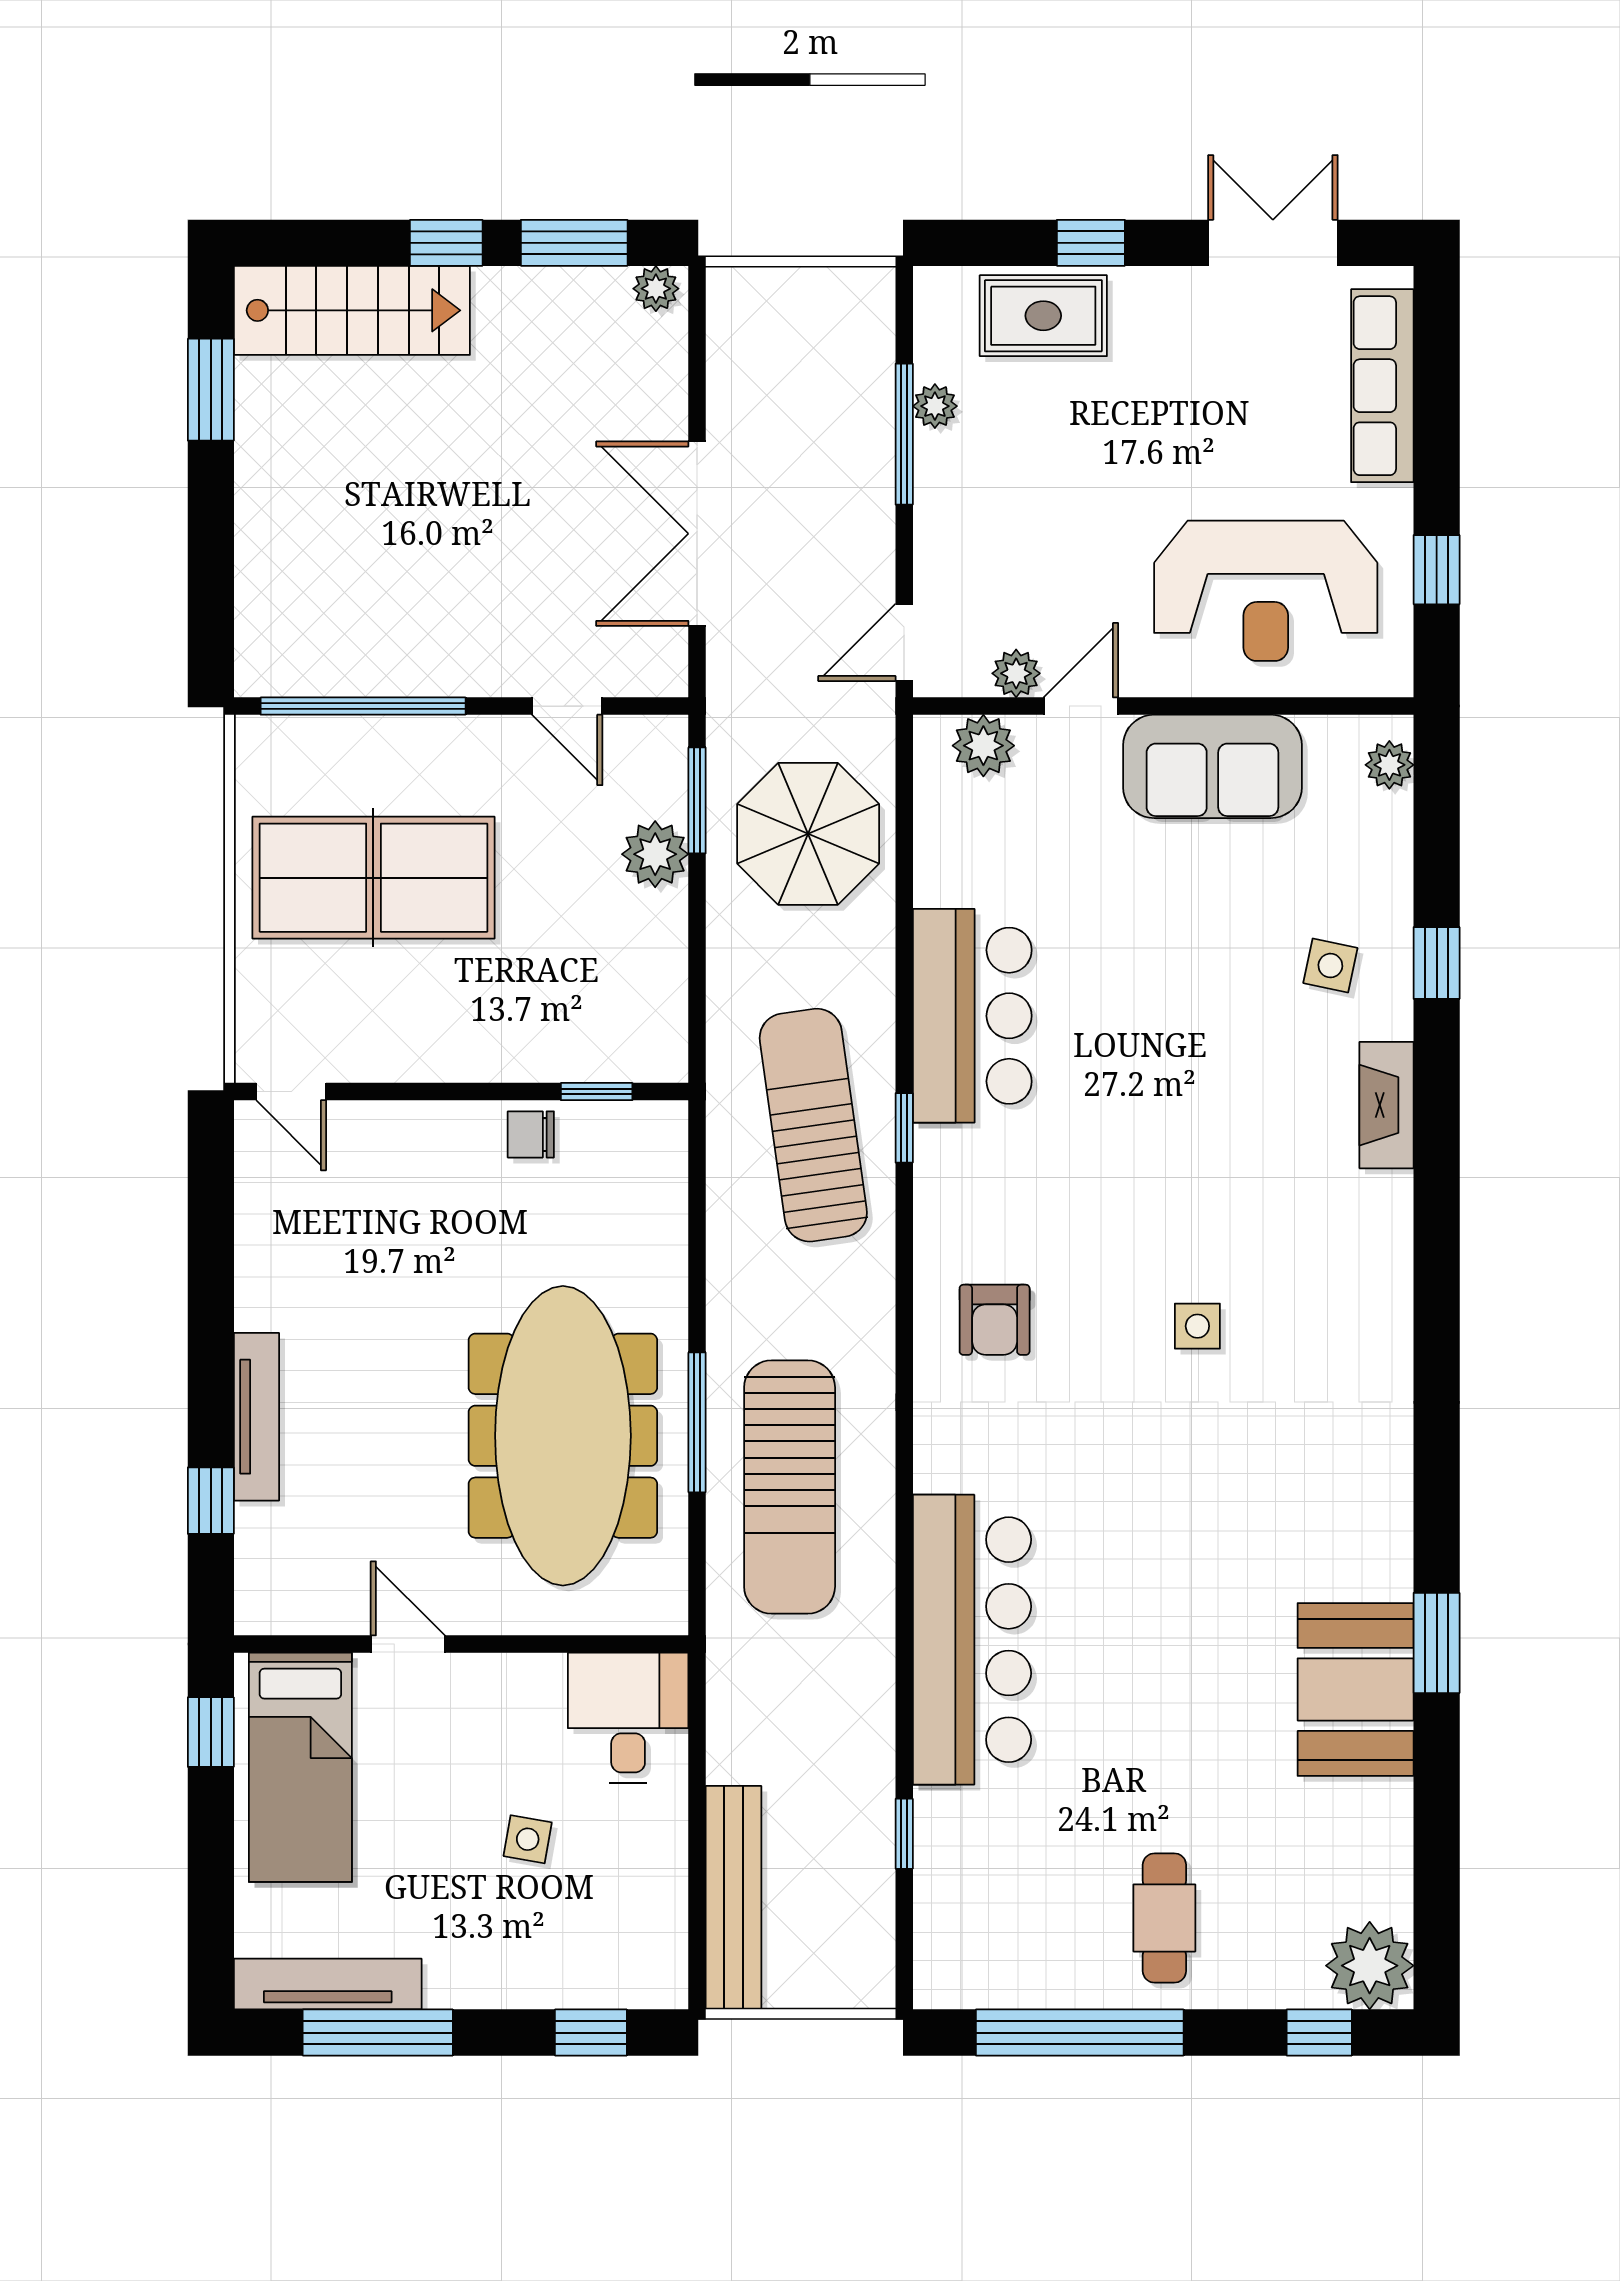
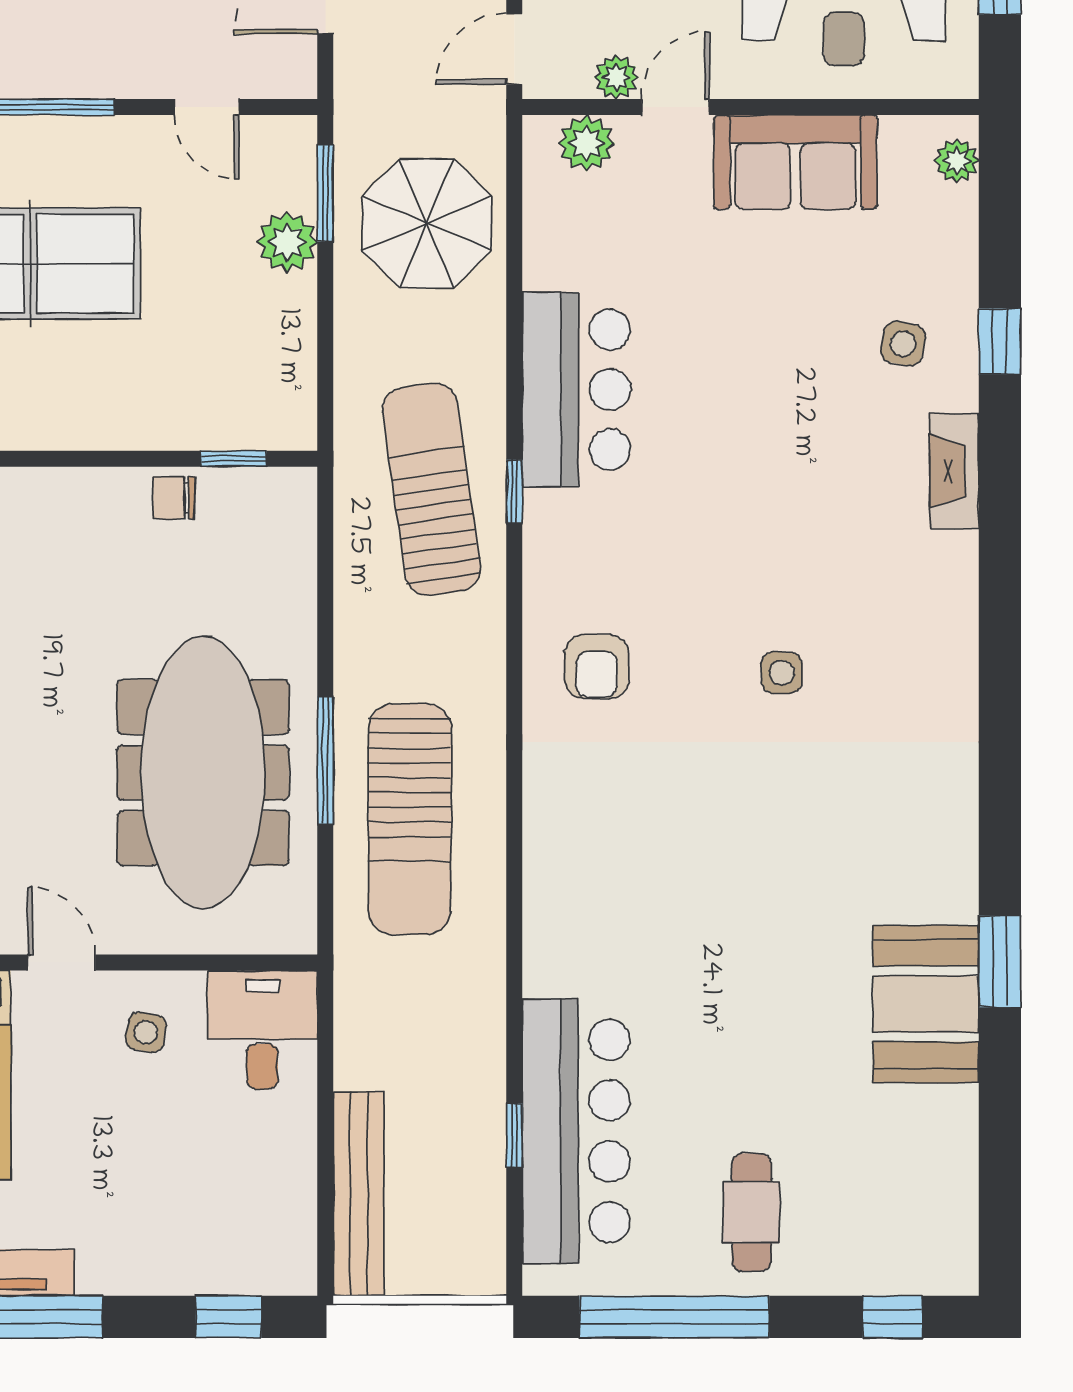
bar counter: (972, 1640) -> (576, 1131), moved
side table: (528, 1839) -> (146, 1032), moved
plant: (1370, 1966) -> (939, 1256), removed

